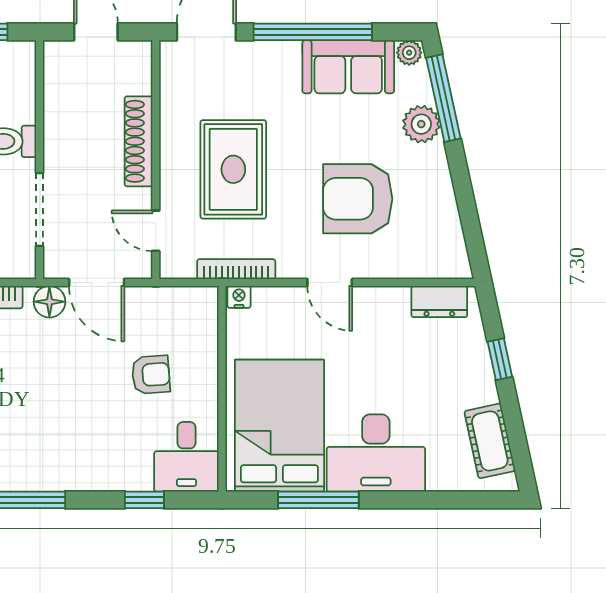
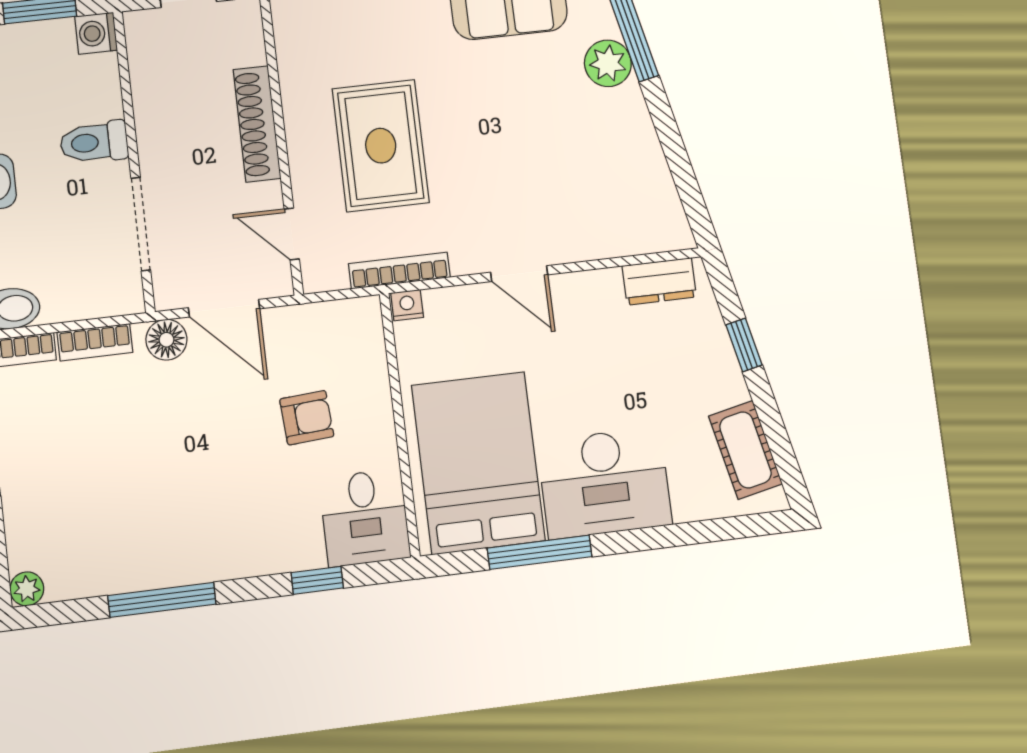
washing machine: (21, 55) -> (96, 33), added
armchair: (358, 199) -> (541, 165), removed

